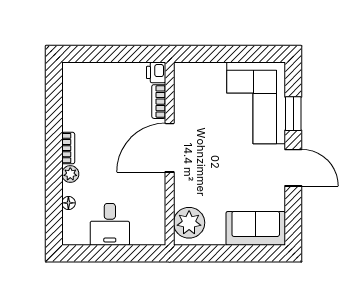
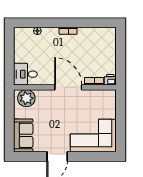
window: (293, 114) -> (87, 156), removed
plant: (70, 174) -> (54, 32), removed
desk: (110, 224) -> (25, 74), moved

